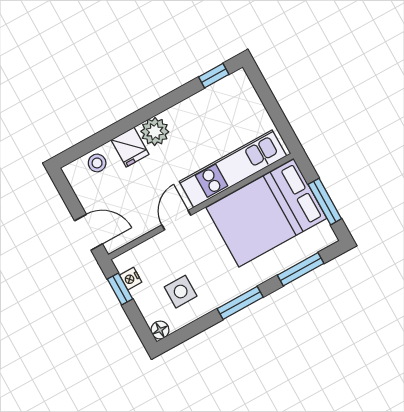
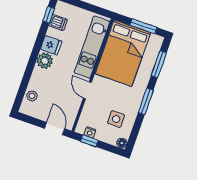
dishwasher: (217, 97) -> (58, 23), added
fridge: (130, 147) -> (51, 45), moved
door: (89, 232) -> (55, 129), hinge flipped

